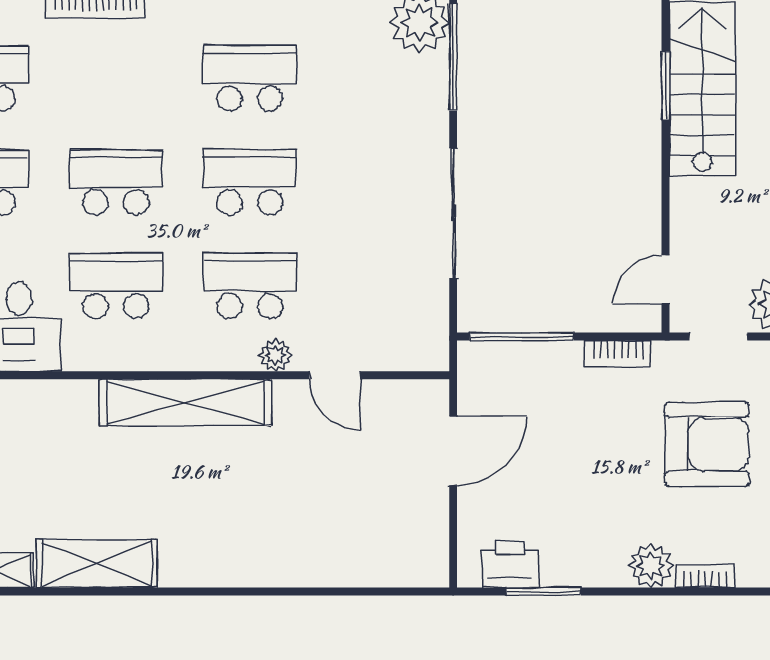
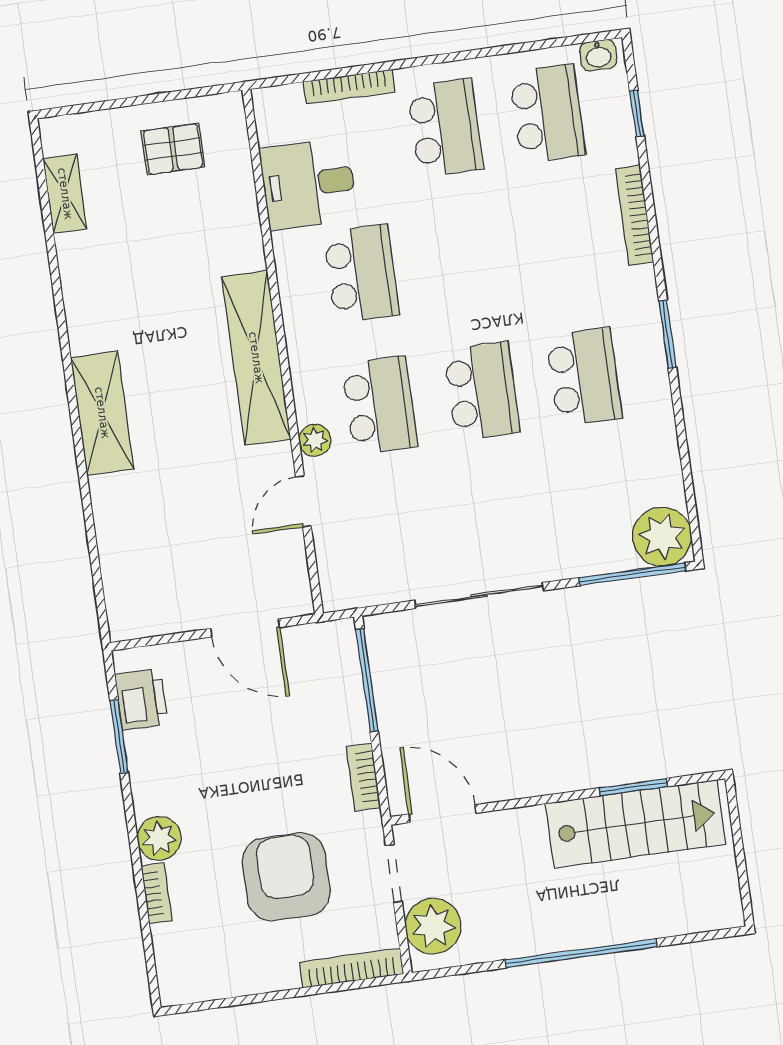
school desk: (116, 182) -> (464, 259), removed
door: (666, 280) -> (443, 814), width x1.38
armchair: (707, 444) -> (286, 877), turned 180
shelving: (96, 564) -> (102, 413), moved

